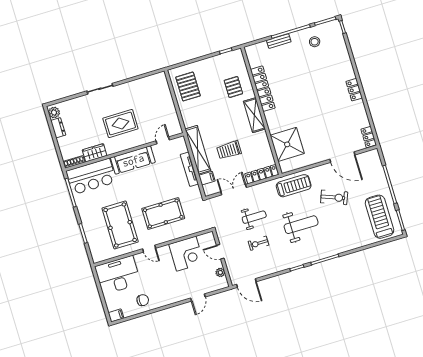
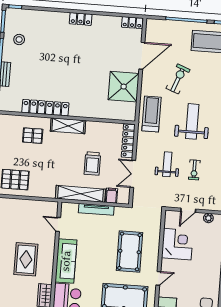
shower: (287, 144) -> (124, 87), moved

